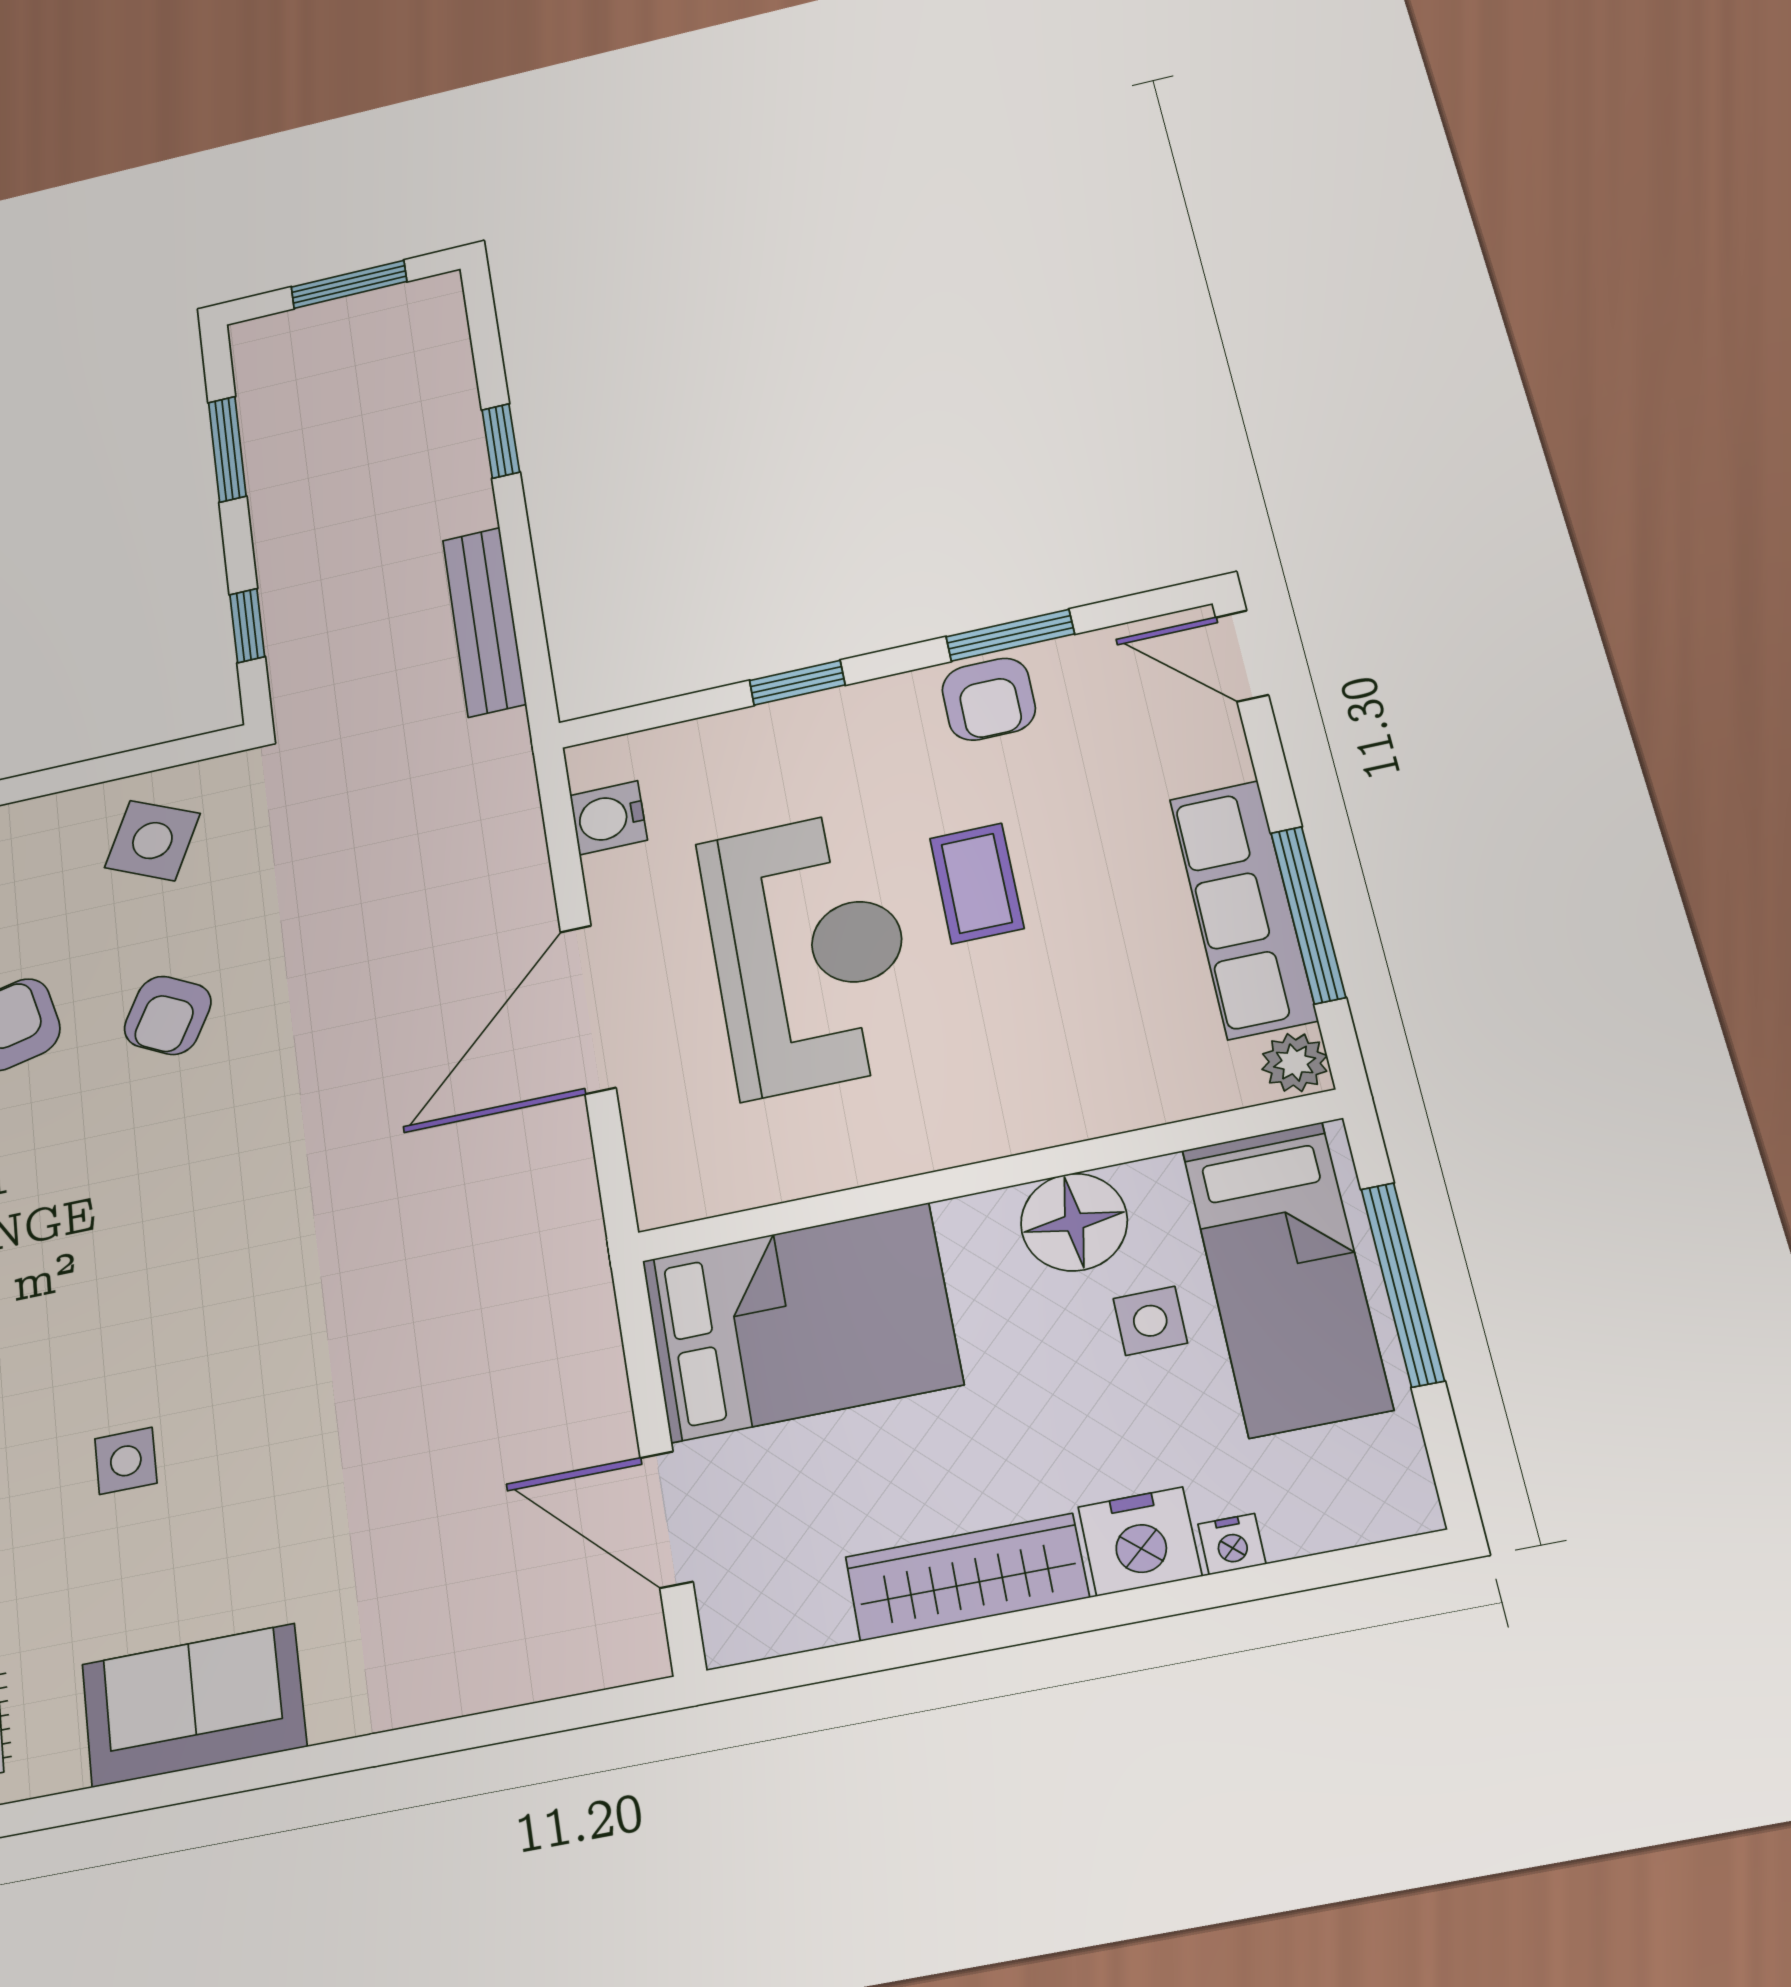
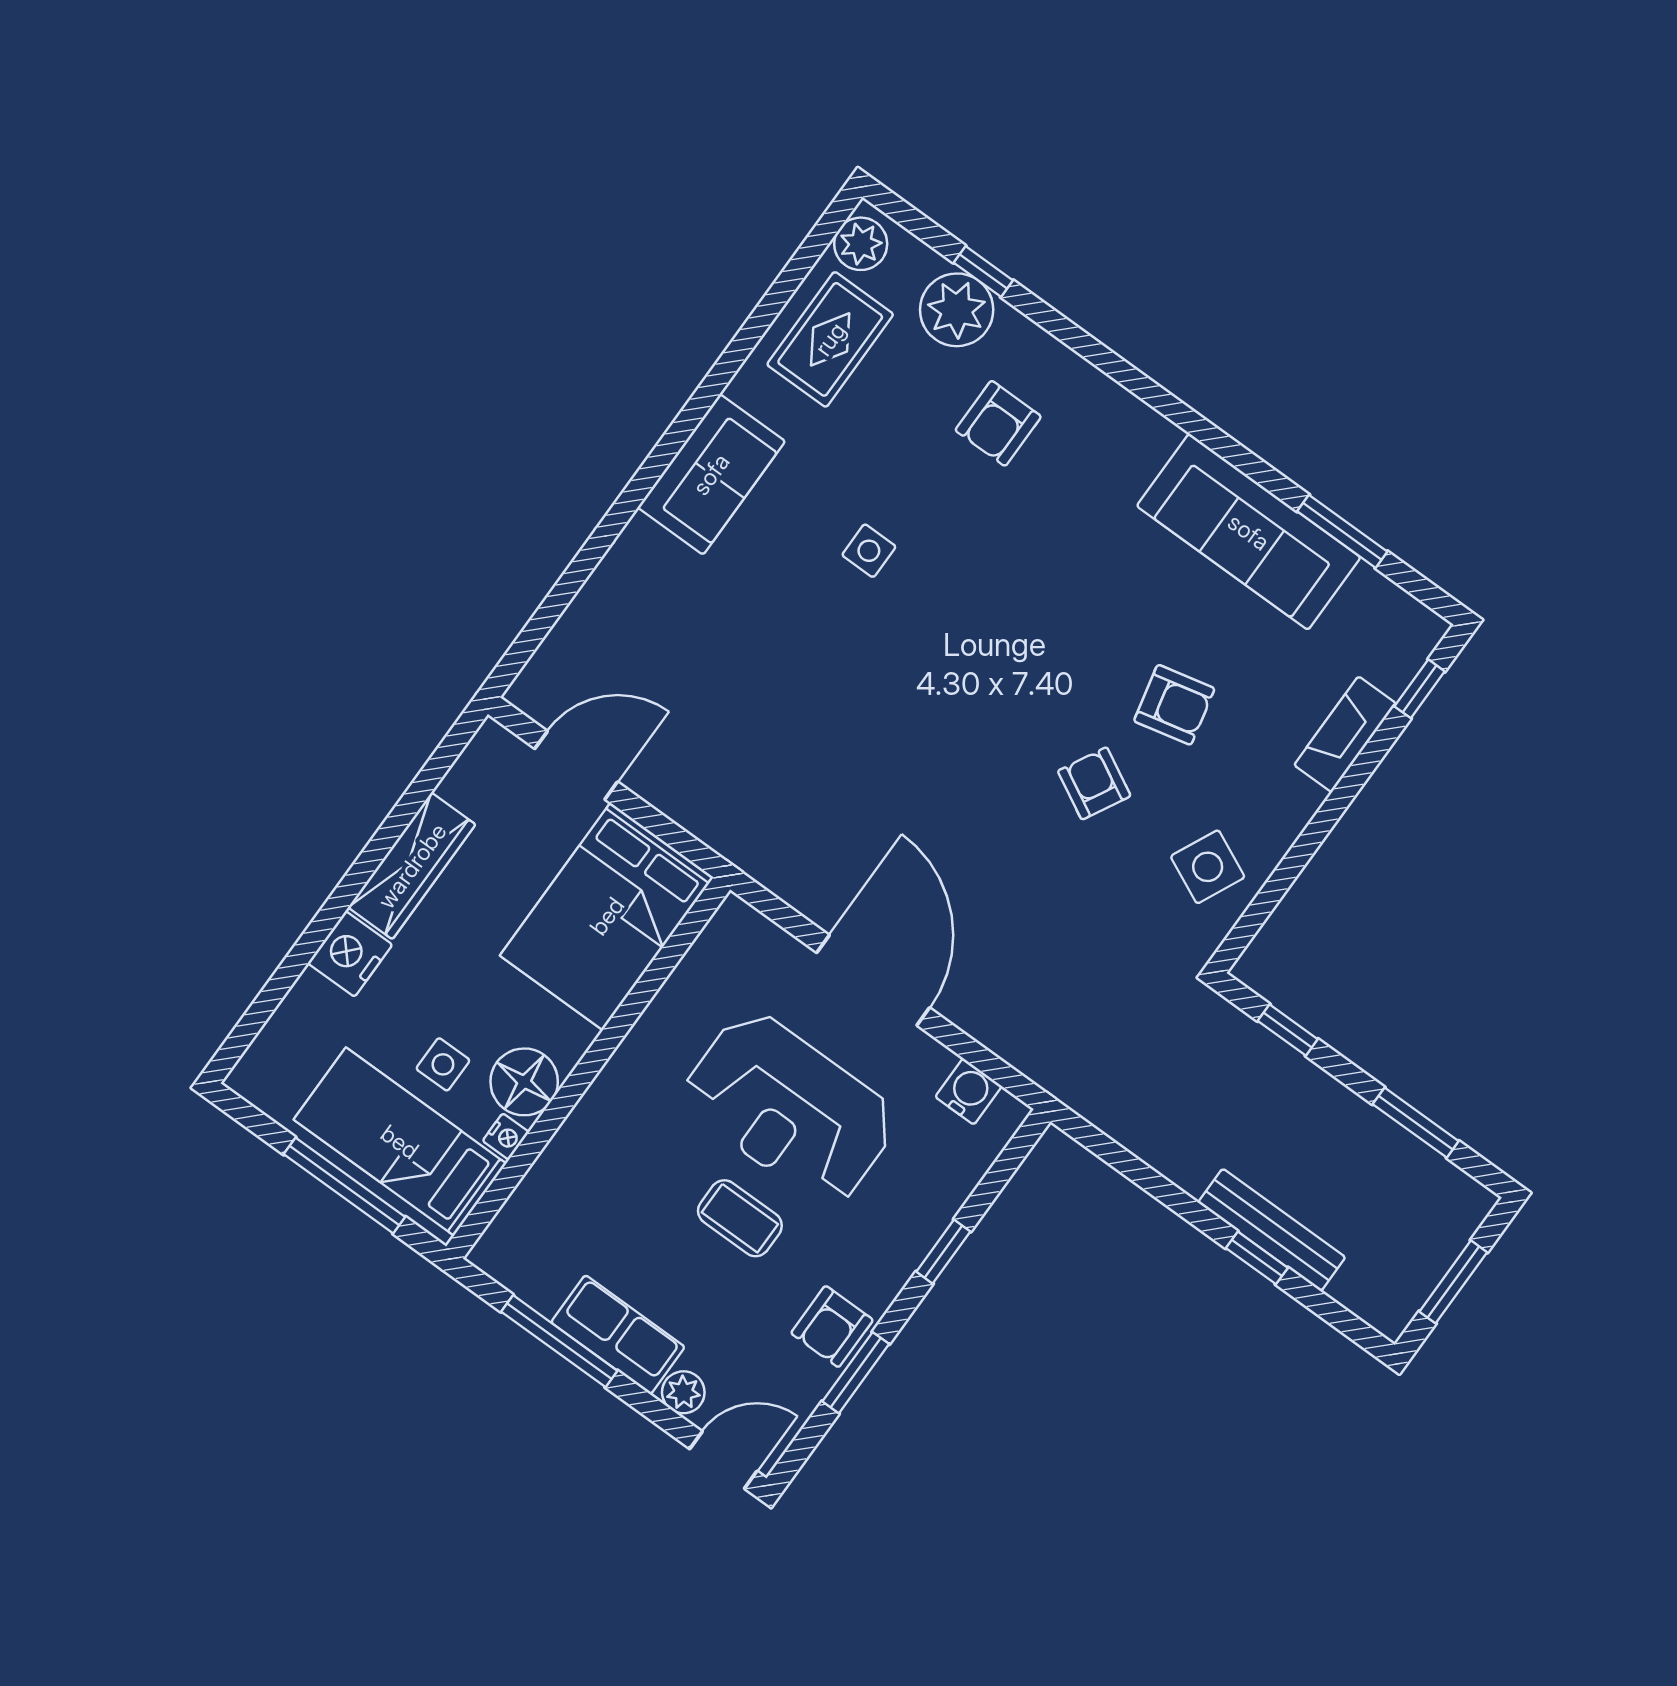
bench: (484, 621) -> (1272, 1230), moved
armchair: (989, 699) -> (832, 1326), turned -90
row of seats: (1243, 909) -> (618, 1335), width x0.68
plant: (1295, 1063) -> (683, 1392), moved
nightstand: (1232, 1544) -> (506, 1137), moved, turned 180

